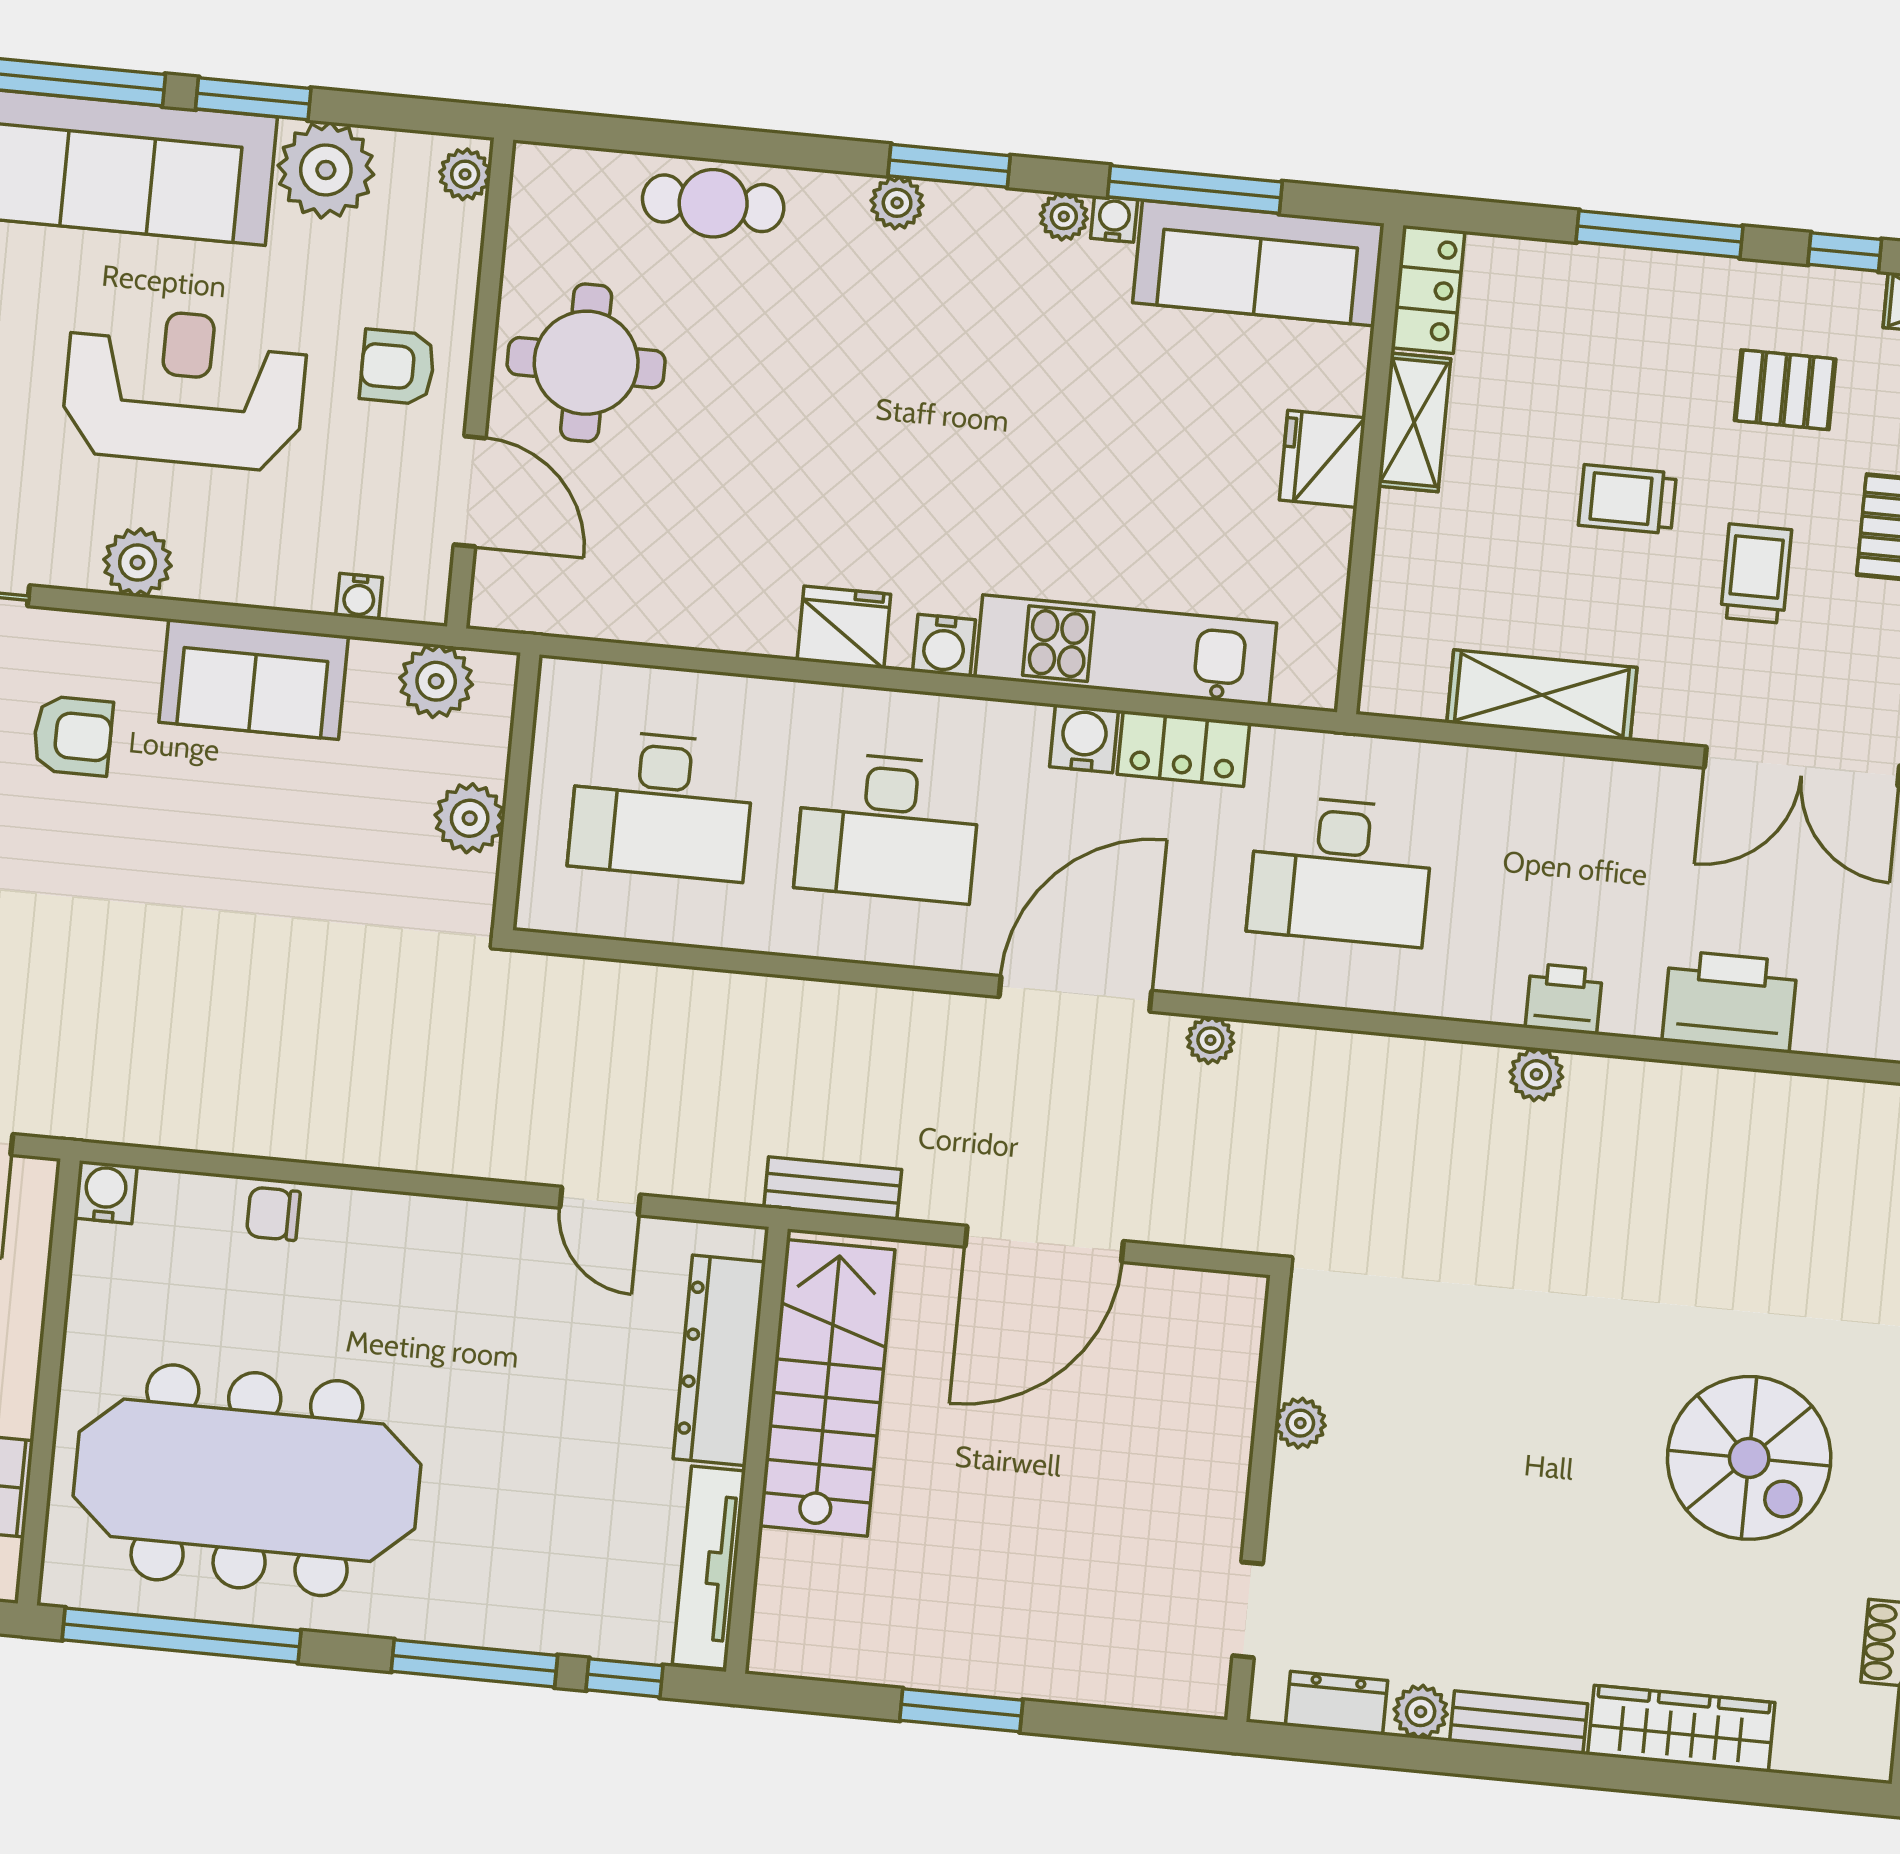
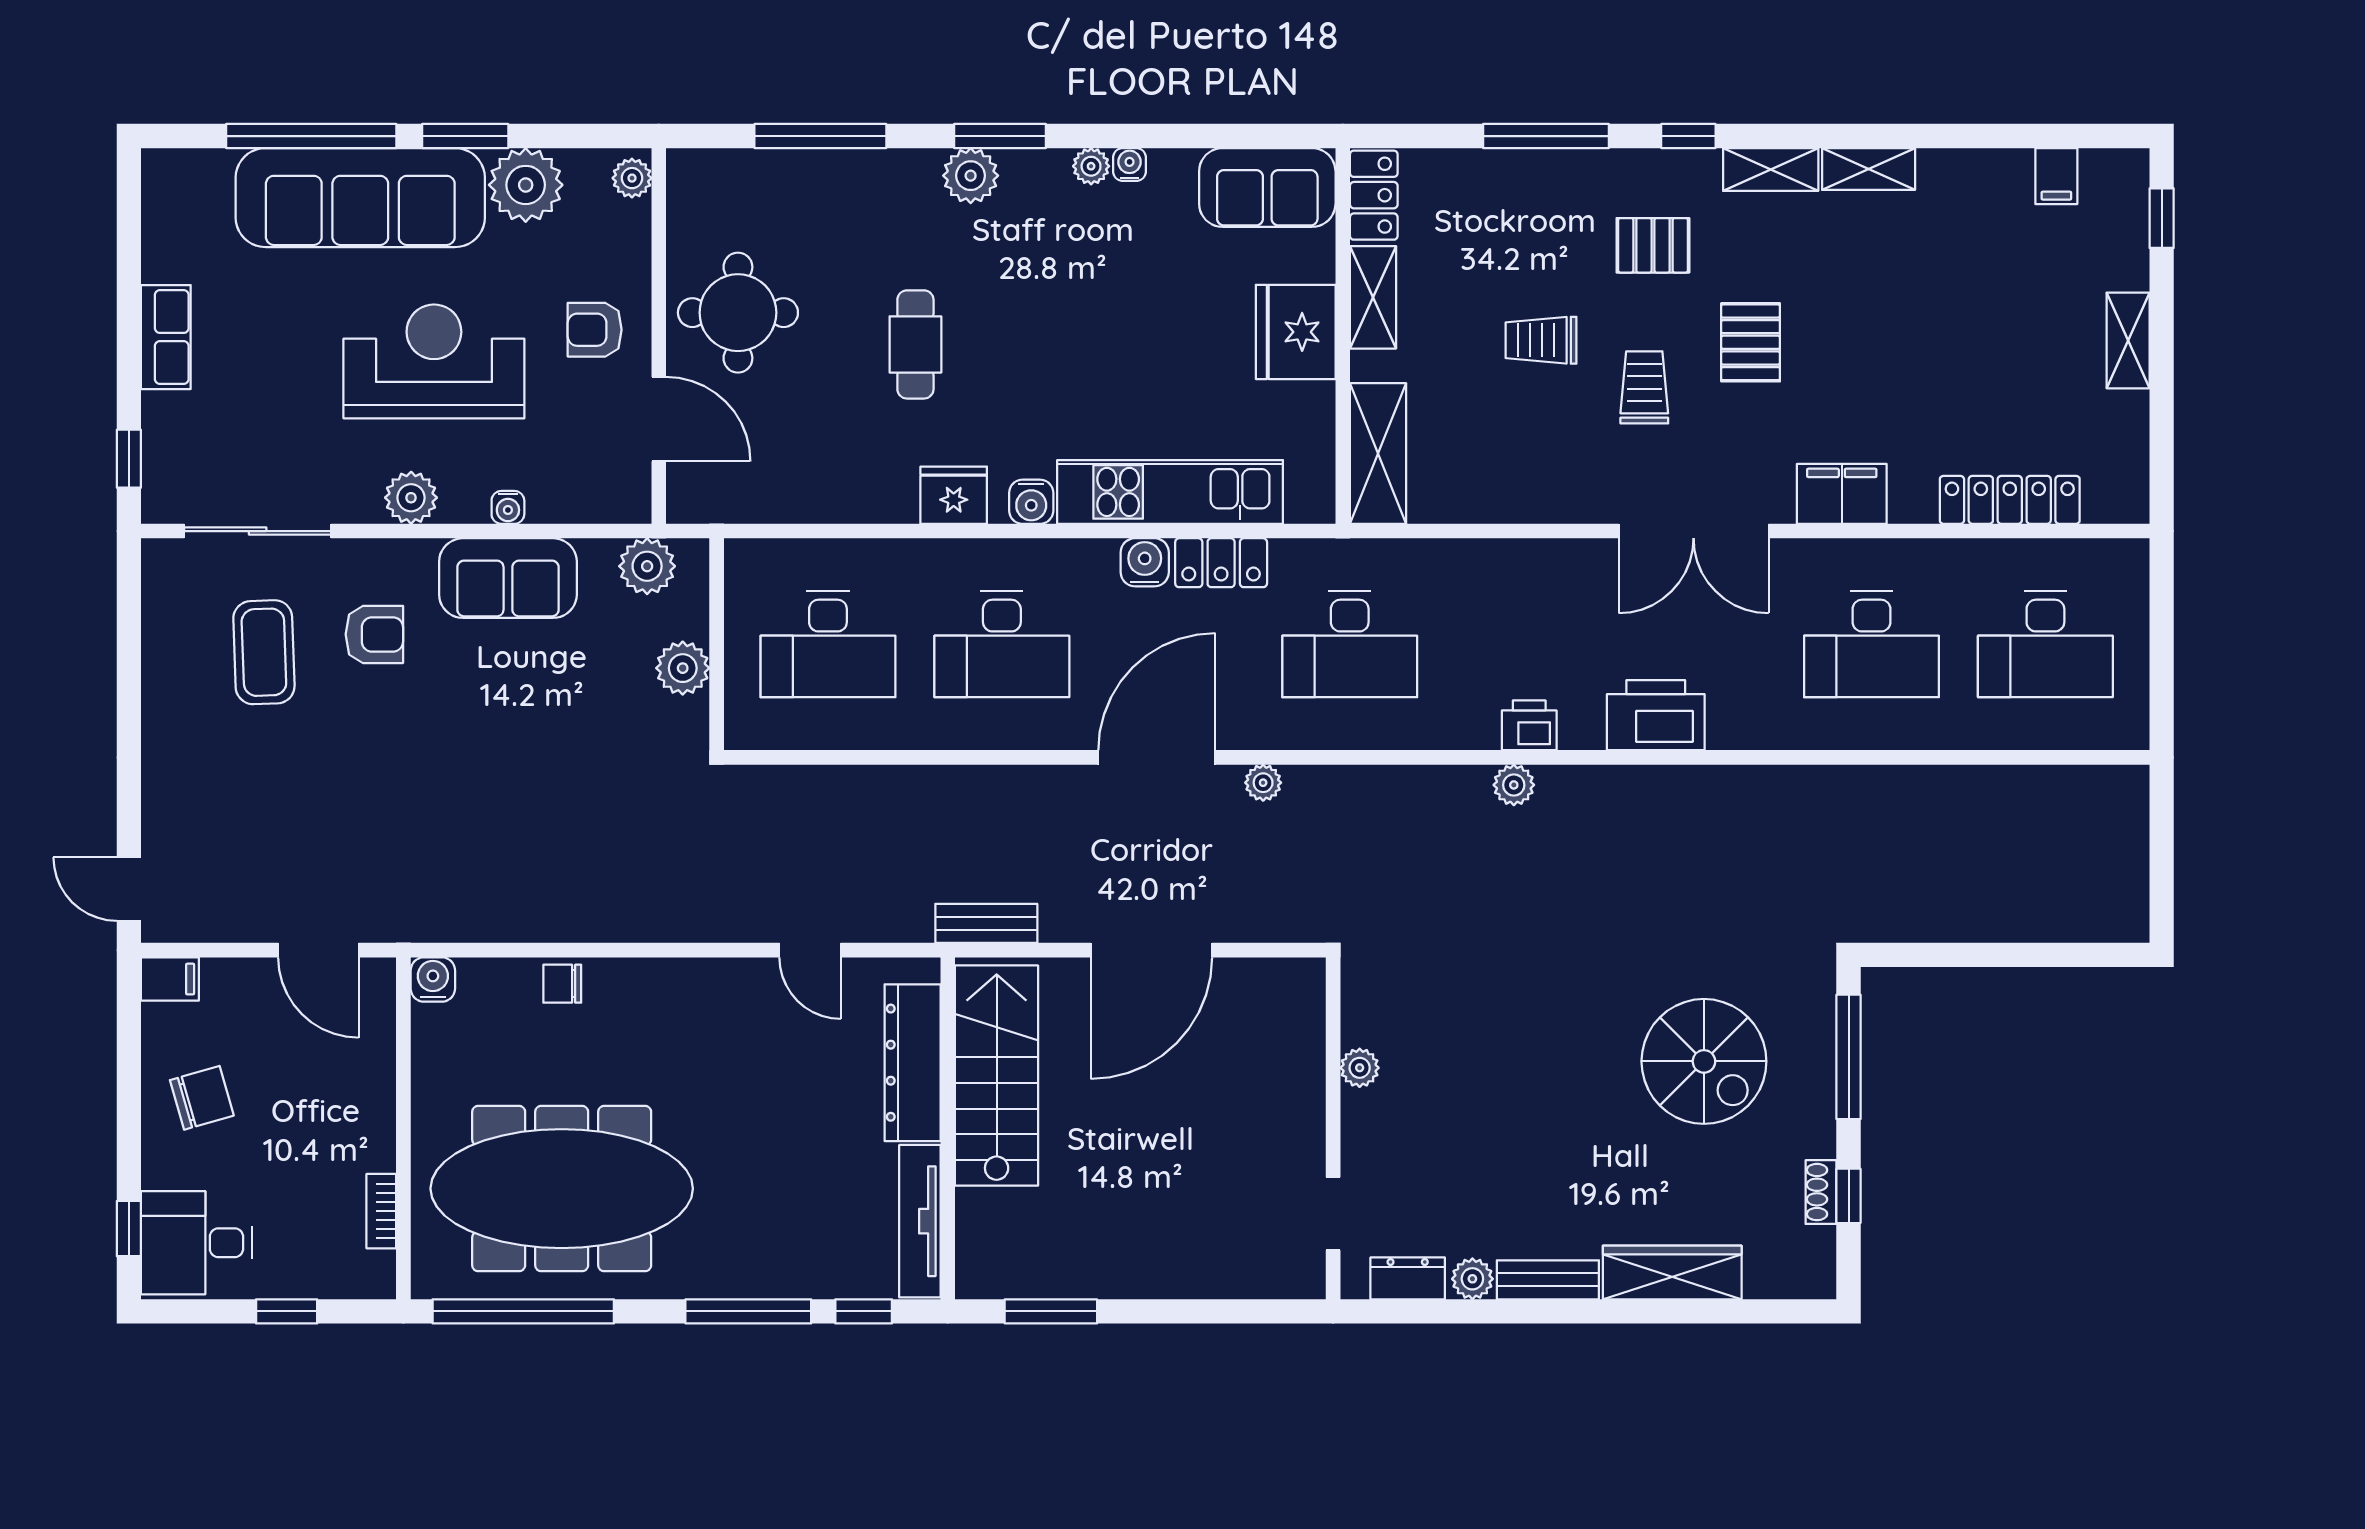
window: (1195, 189) -> (820, 136), moved
cafe table: (713, 203) -> (915, 344), moved, turned 90
plant: (897, 203) -> (971, 176), width x1.38, depth x1.38
sofa: (1258, 263) -> (1267, 188), width x0.73
fridge: (1322, 459) -> (1296, 332), width x1.36, depth x1.34
water cooler: (359, 597) -> (508, 507), moved
shelving: (1542, 695) -> (1378, 453), moved, turned 90
window: (961, 1710) -> (1051, 1311), moved

